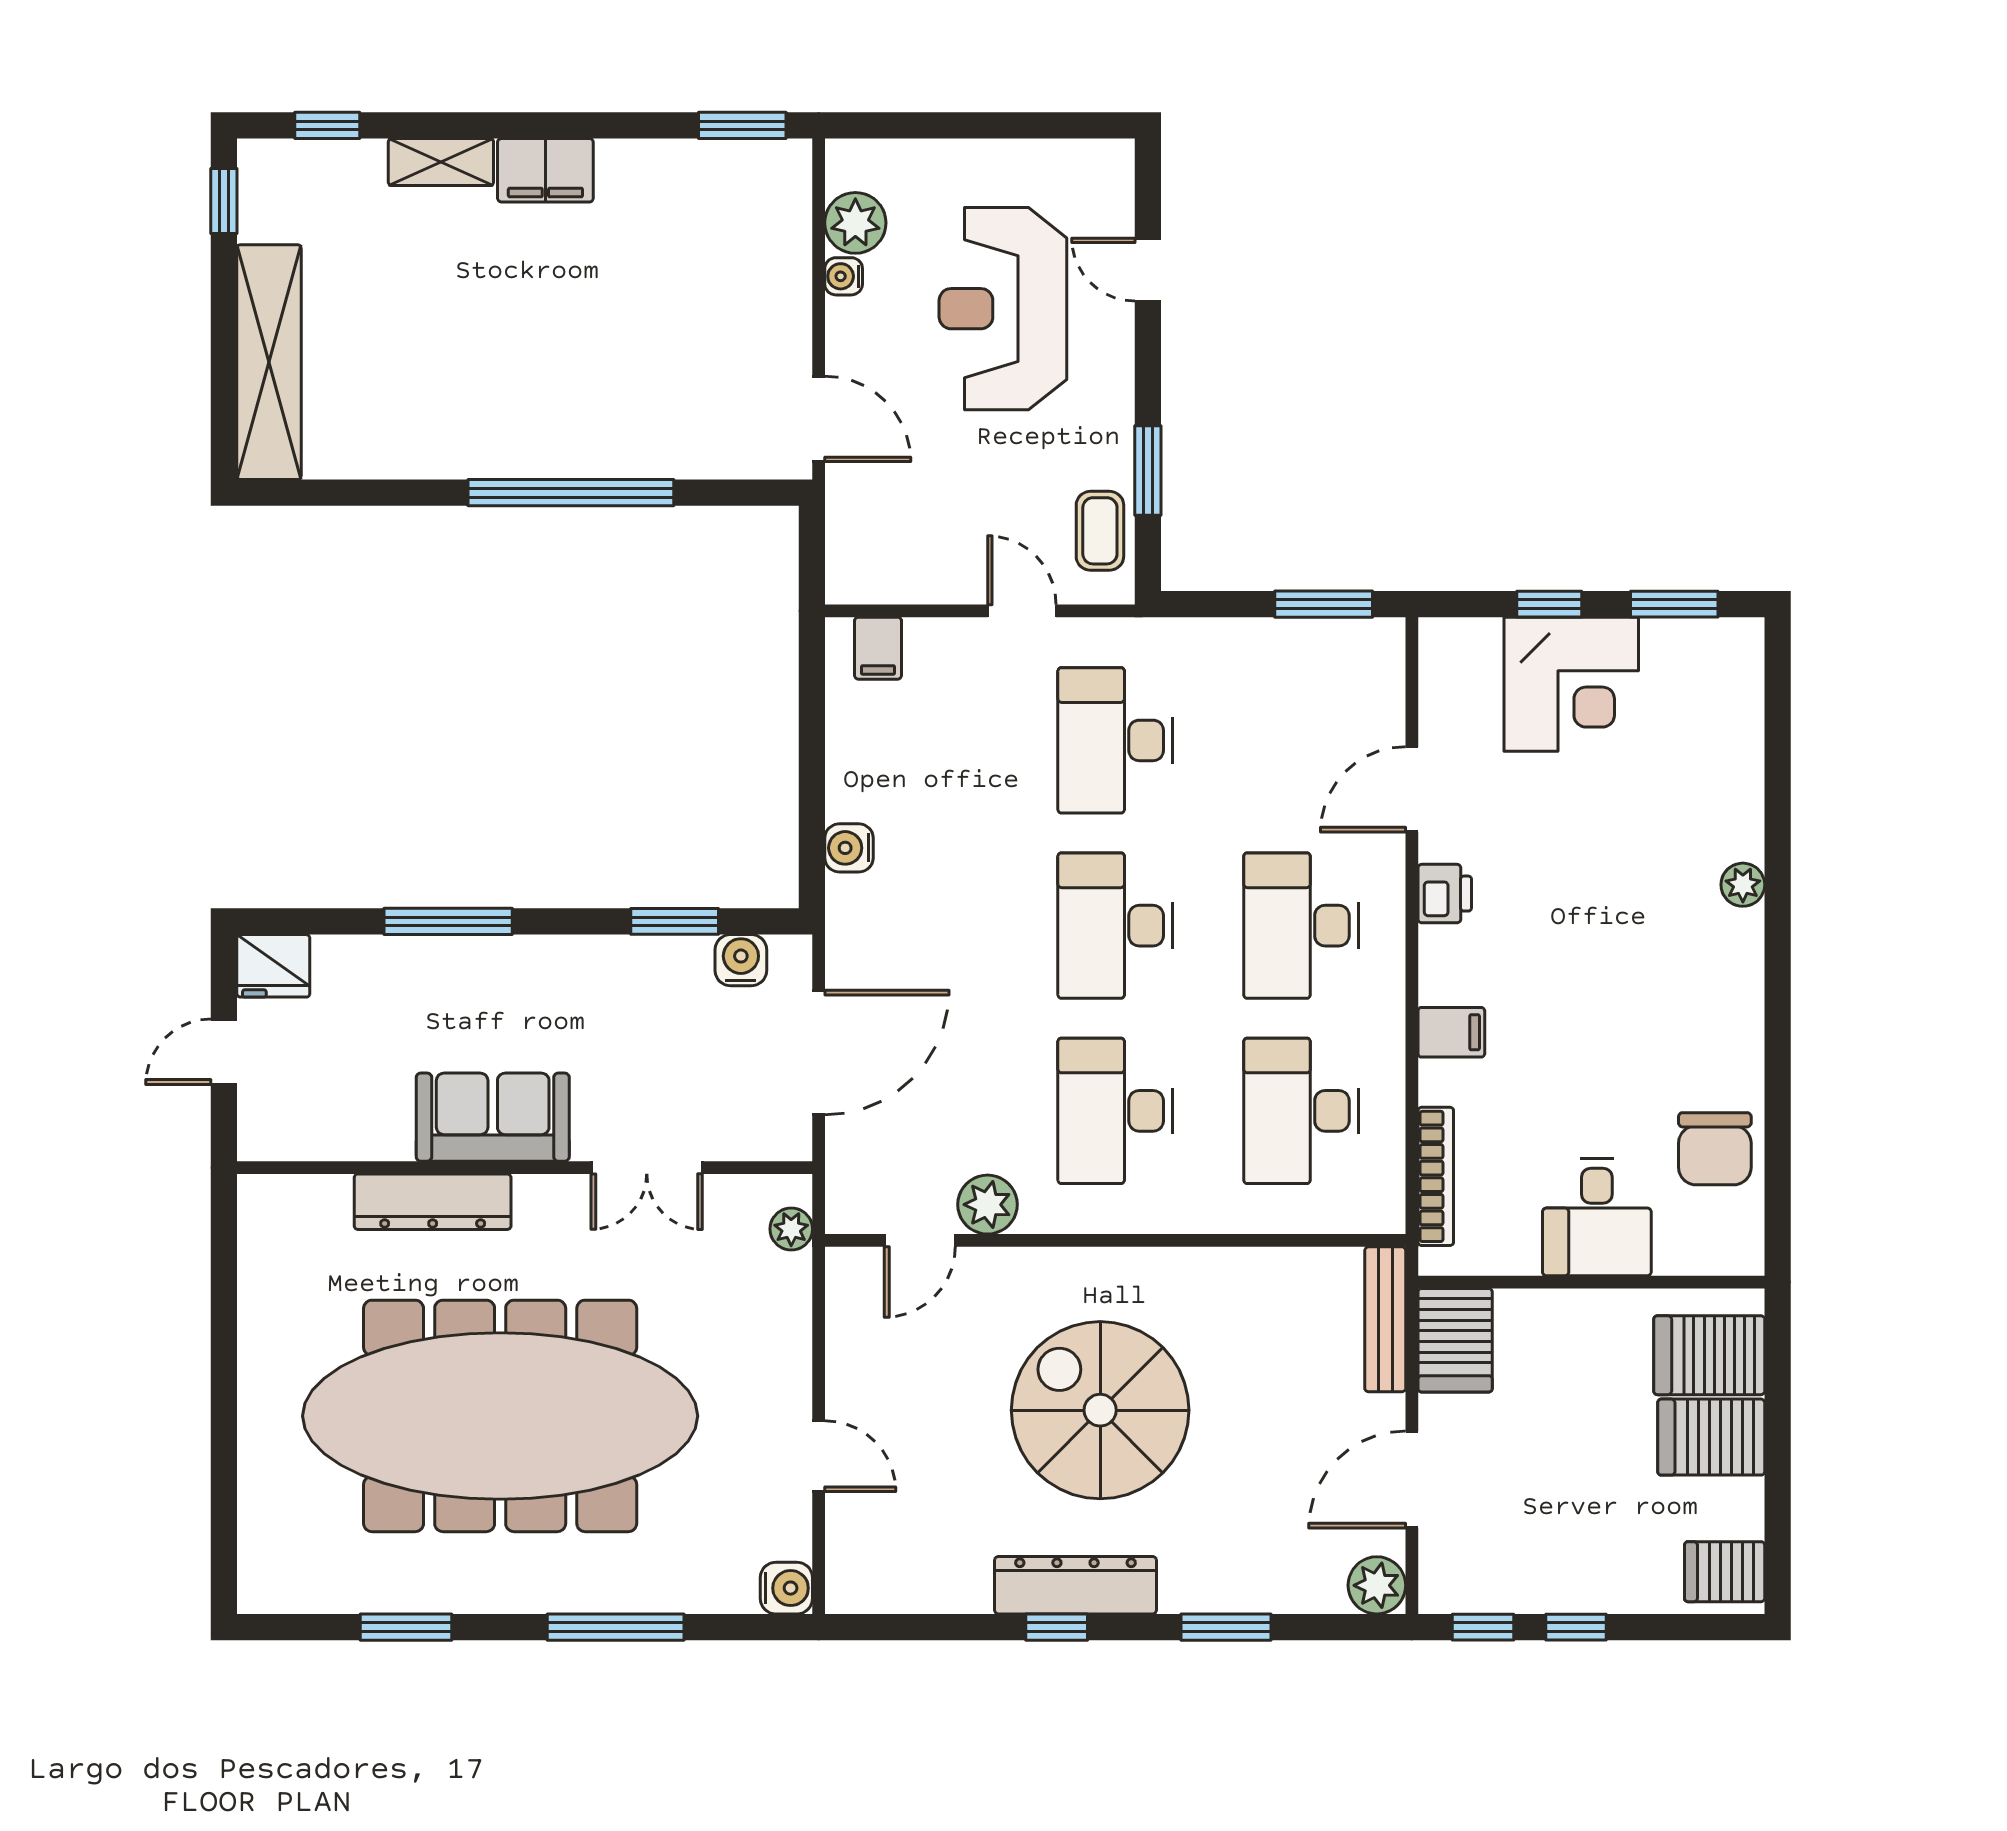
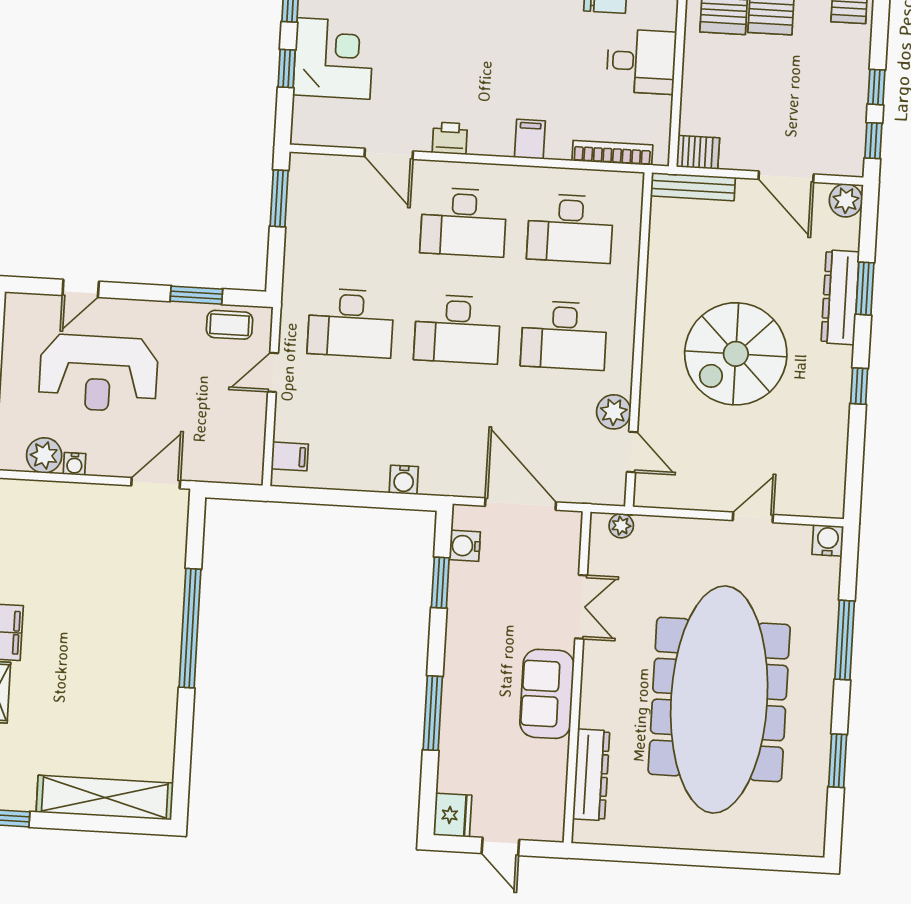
dresser: (433, 1202) -> (591, 775), moved
server rack: (1455, 1340) -> (698, 152), width x0.73, depth x0.70
dresser: (1075, 1585) -> (840, 297), moved

